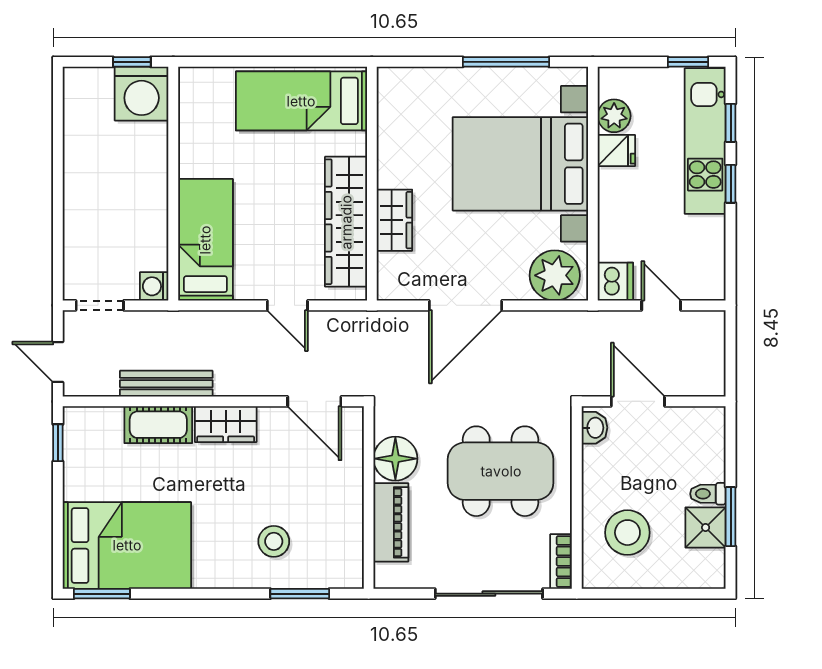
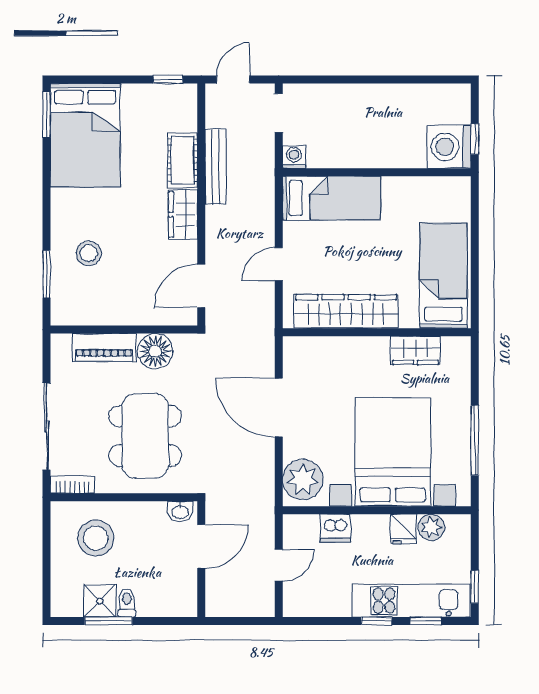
wardrobe: (394, 220) -> (416, 350), moved
dishwasher: (615, 282) -> (335, 528), moved

